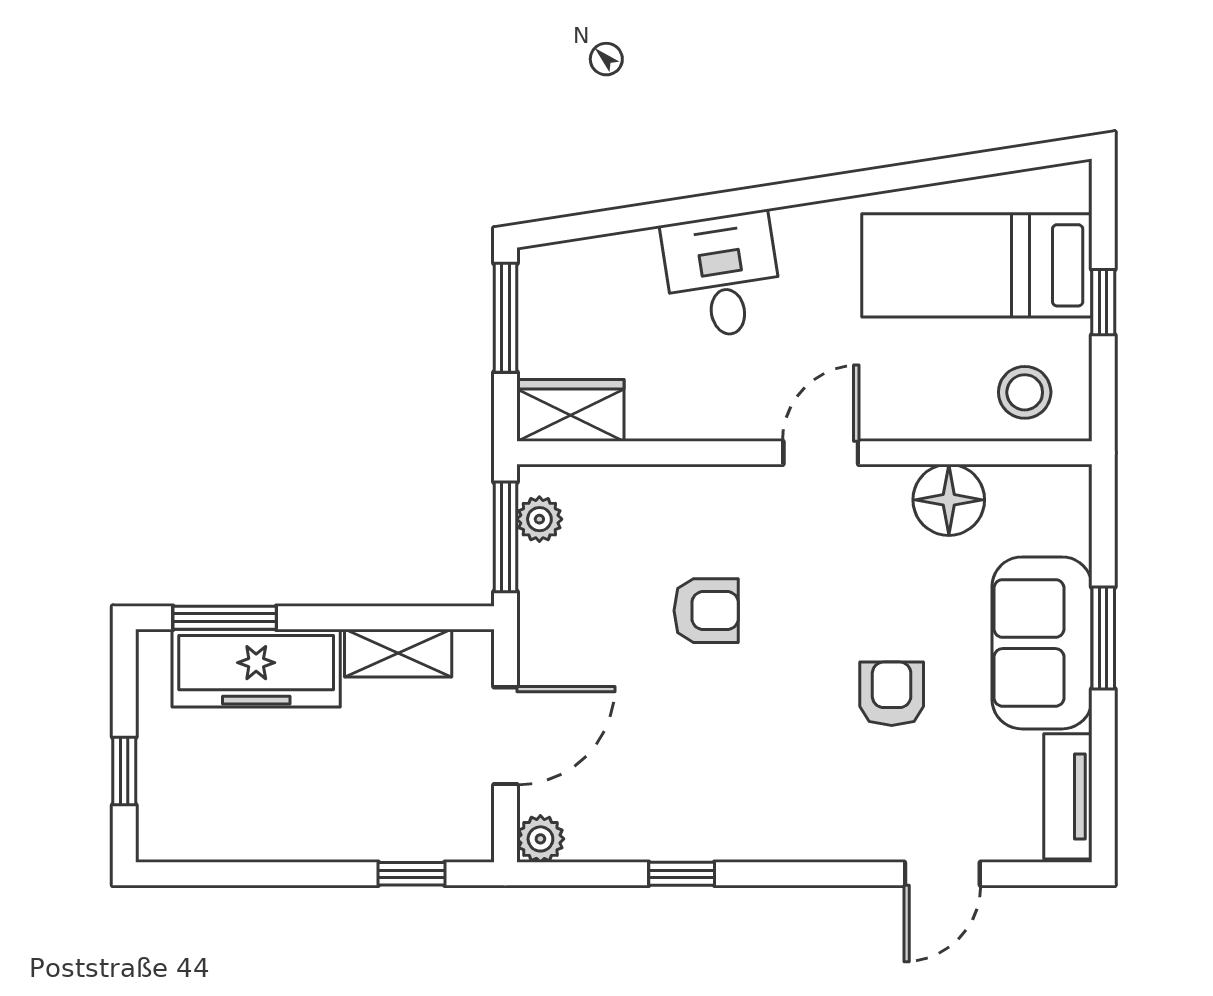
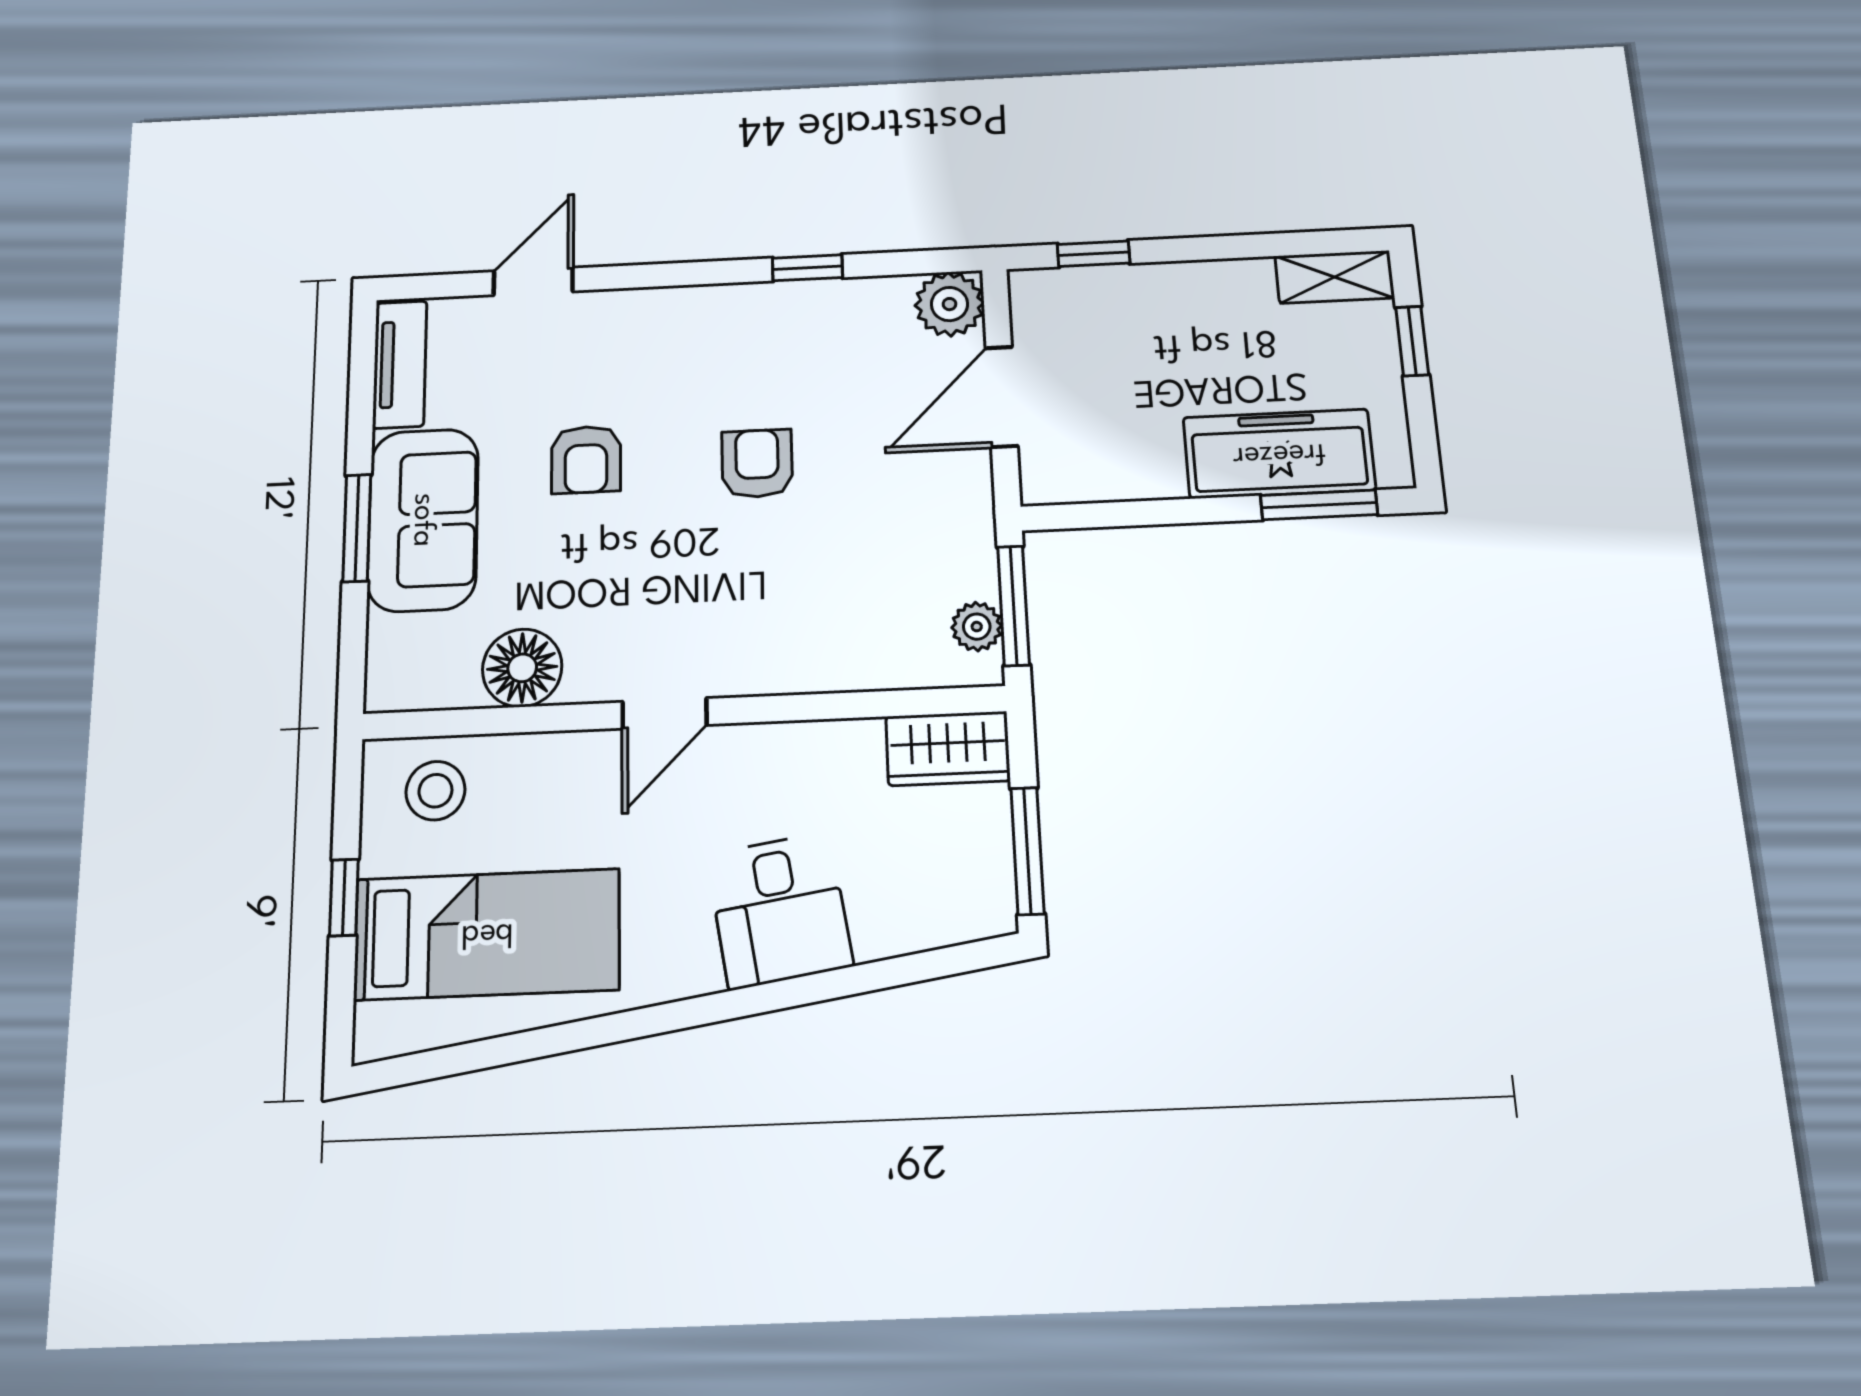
armchair: (706, 611) -> (757, 463), moved, turned 90
shelving: (398, 653) -> (1335, 277), moved
plant: (540, 839) -> (949, 304), width x1.38, depth x1.38

